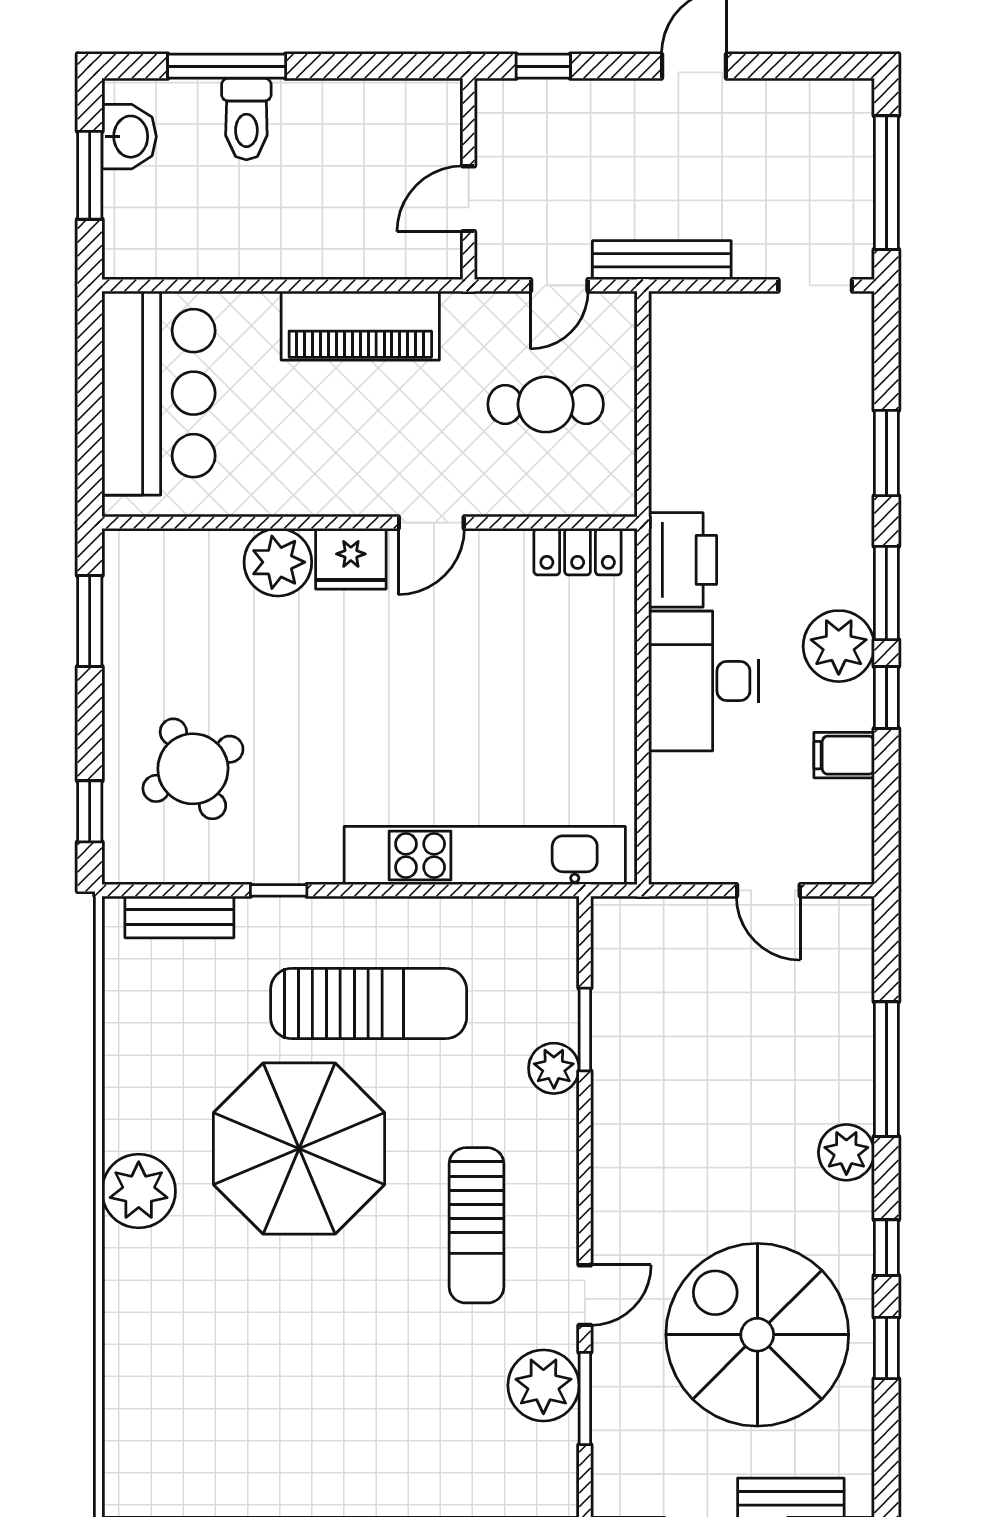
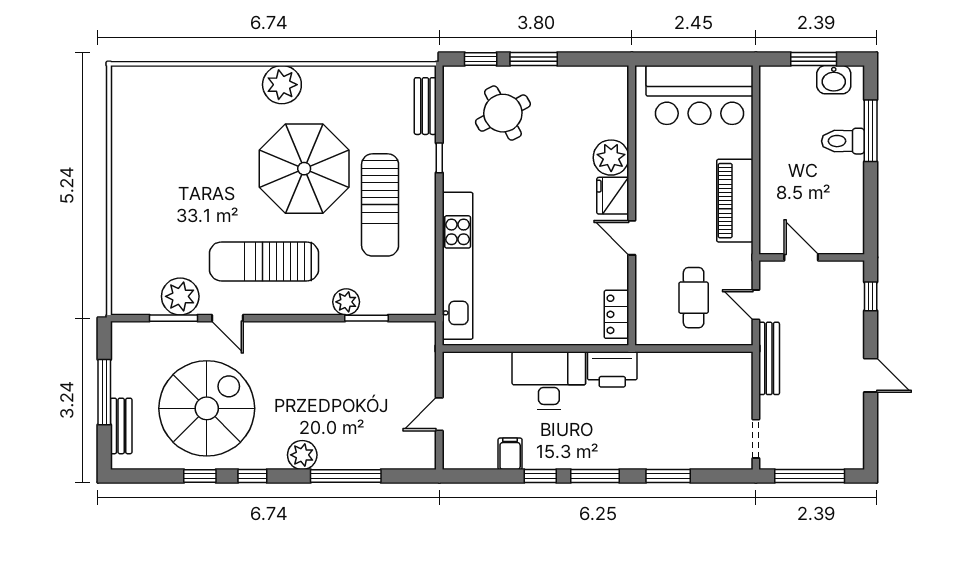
window: (90, 621) -> (534, 59), moved
plant: (839, 646) -> (567, 451), removed
sun lounger: (477, 1225) -> (264, 261), width x1.36, depth x1.34

